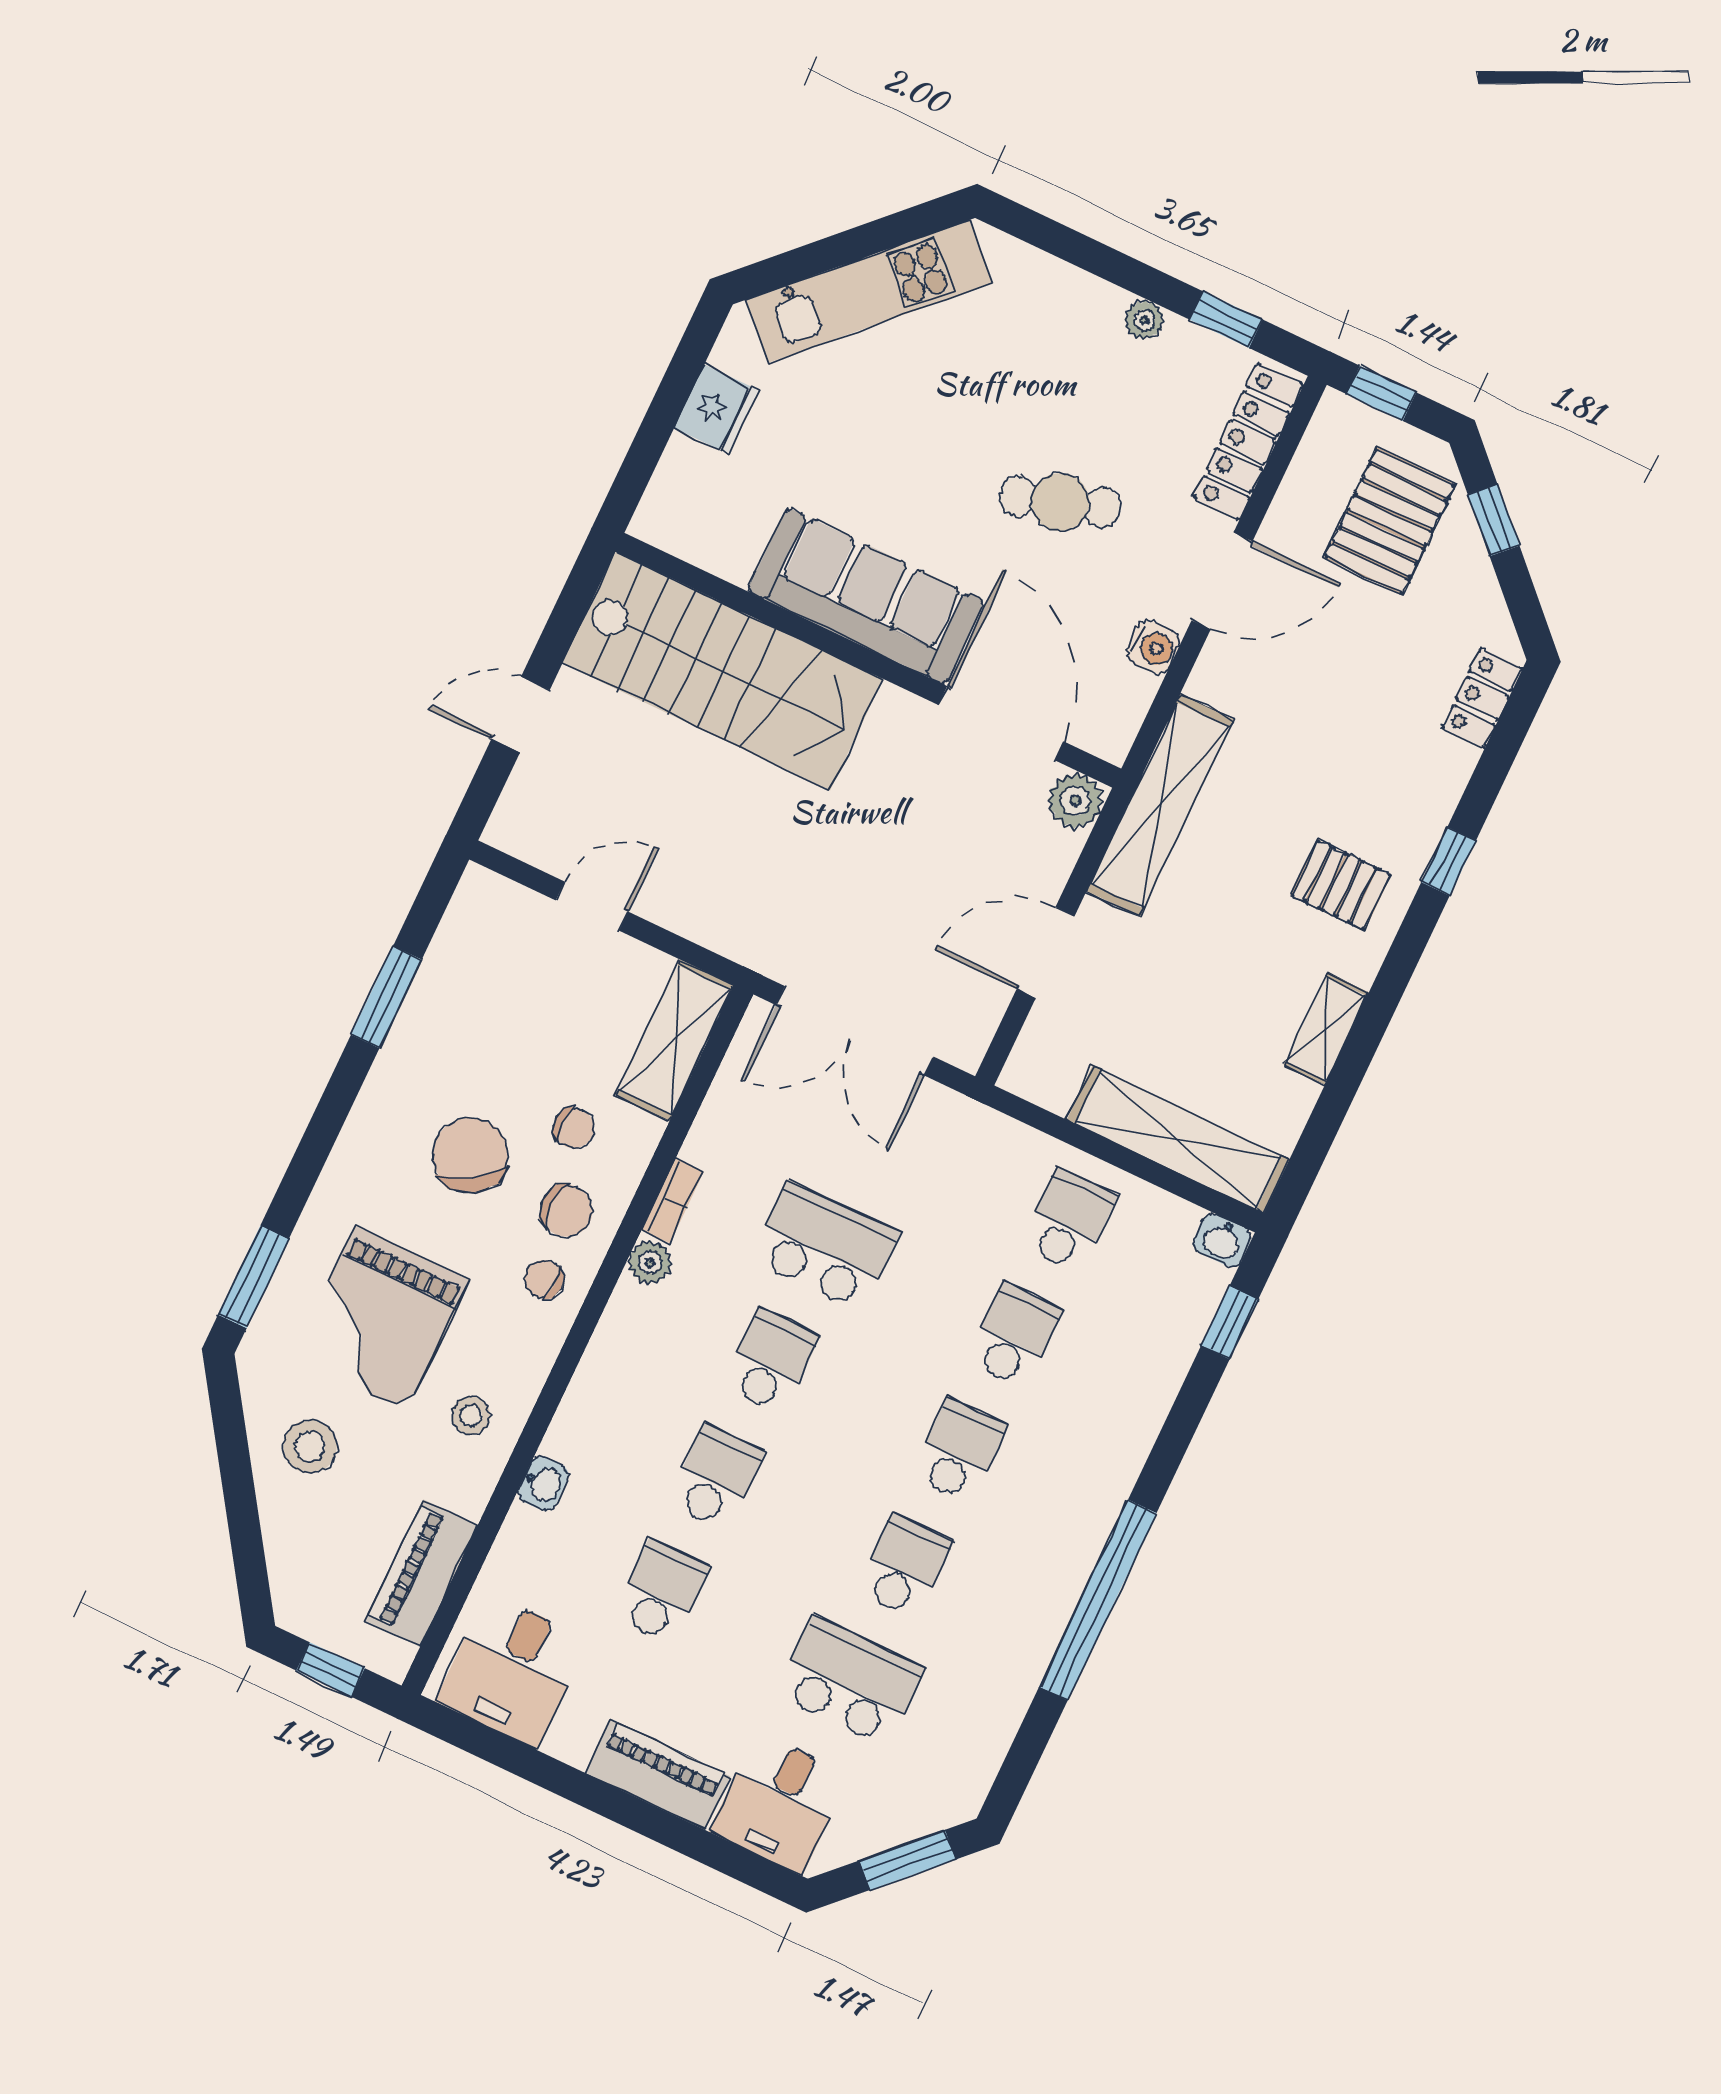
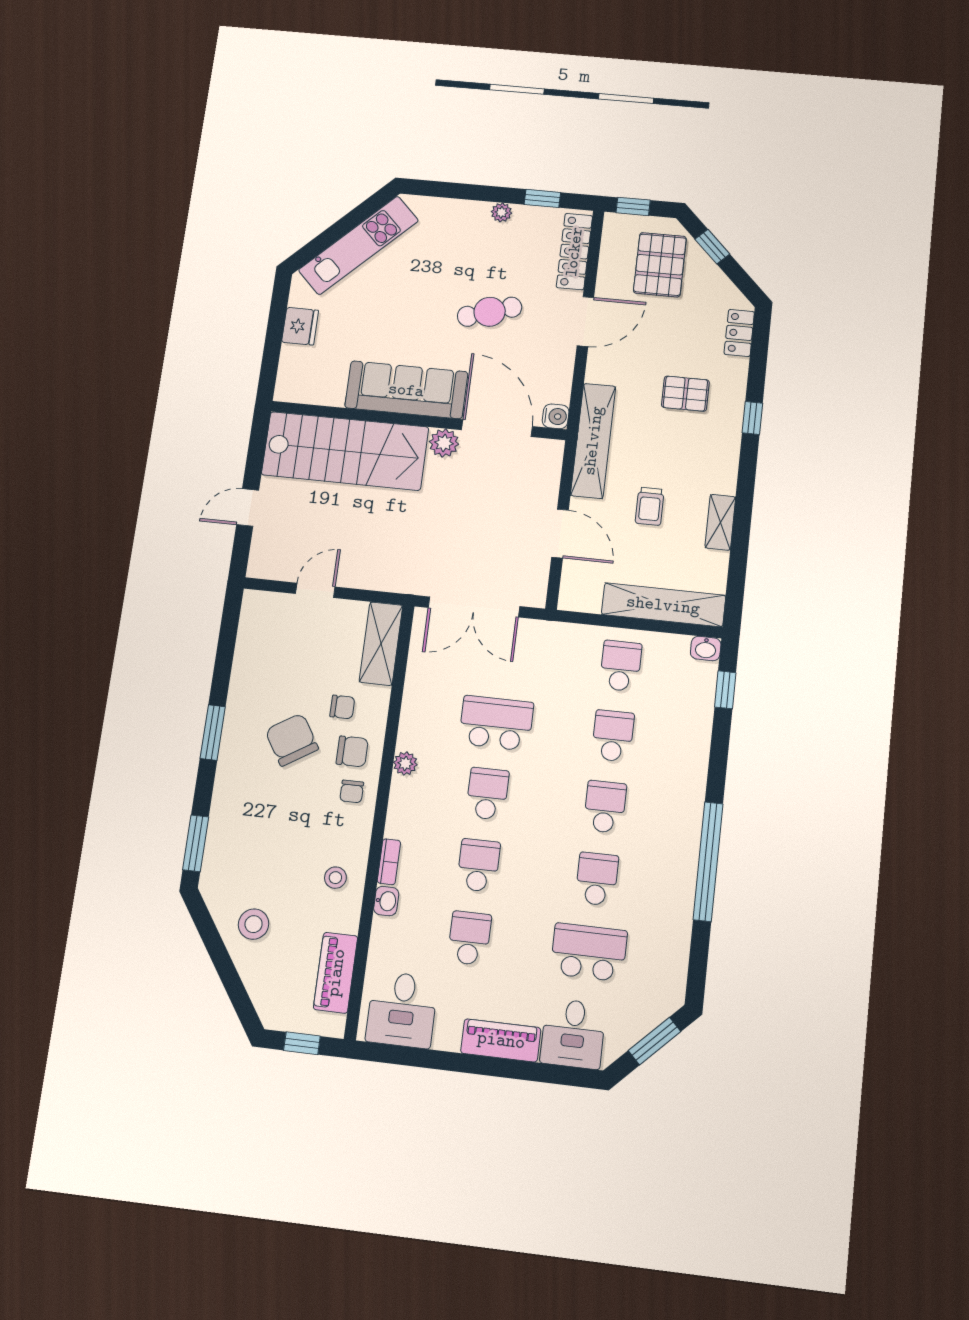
water cooler: (1153, 647) -> (556, 416), moved
plant: (1075, 801) -> (444, 443), moved
pallet: (1341, 885) -> (685, 394), moved
door: (1046, 952) -> (560, 534), swing flipped
trolley: (1216, 958) -> (650, 506), added
window: (386, 997) -> (213, 733), moved
bookcase: (672, 1201) -> (389, 862), moved
chair: (544, 1279) -> (352, 791), turned -94
grand piano: (381, 1319) -> (271, 842), removed

